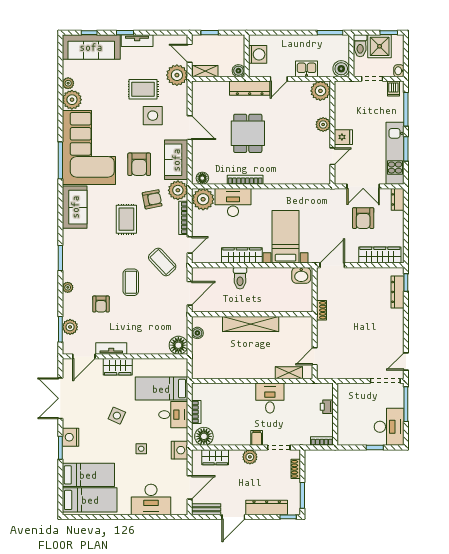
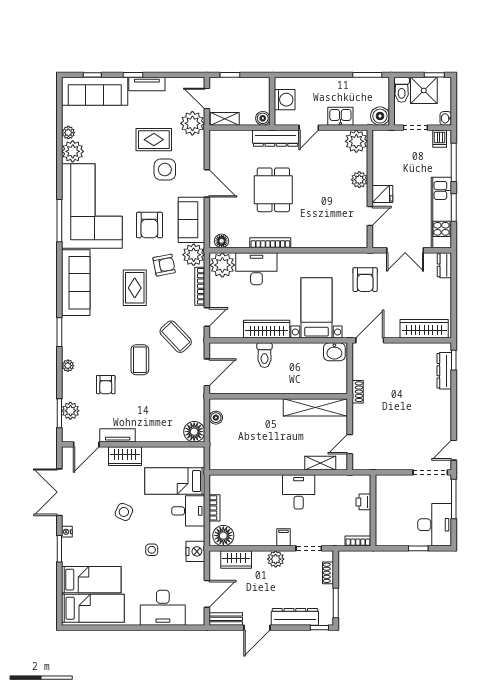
sofa: (75, 207) -> (76, 283), width x1.36
armchair: (363, 218) -> (365, 280), moved
shelving: (251, 324) -> (315, 407), moved
nightstand: (71, 437) -> (67, 532), width x0.53, depth x0.56

